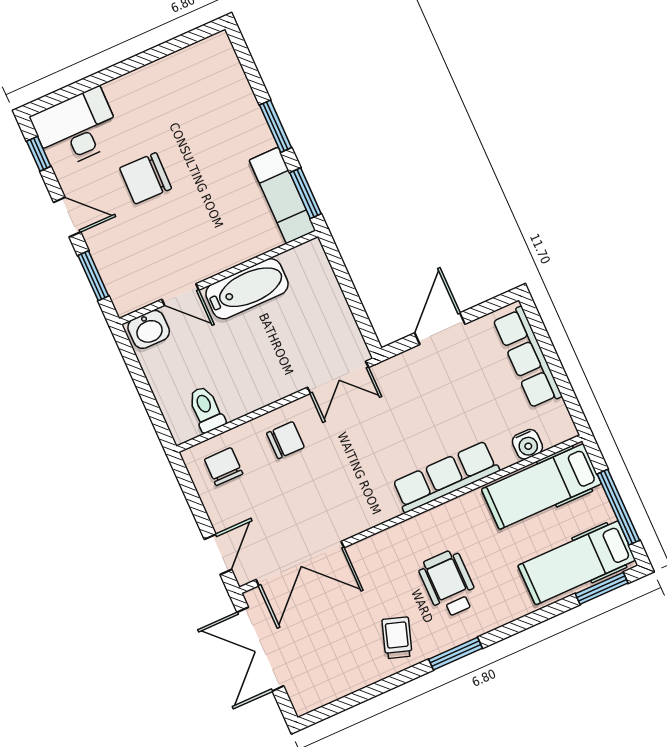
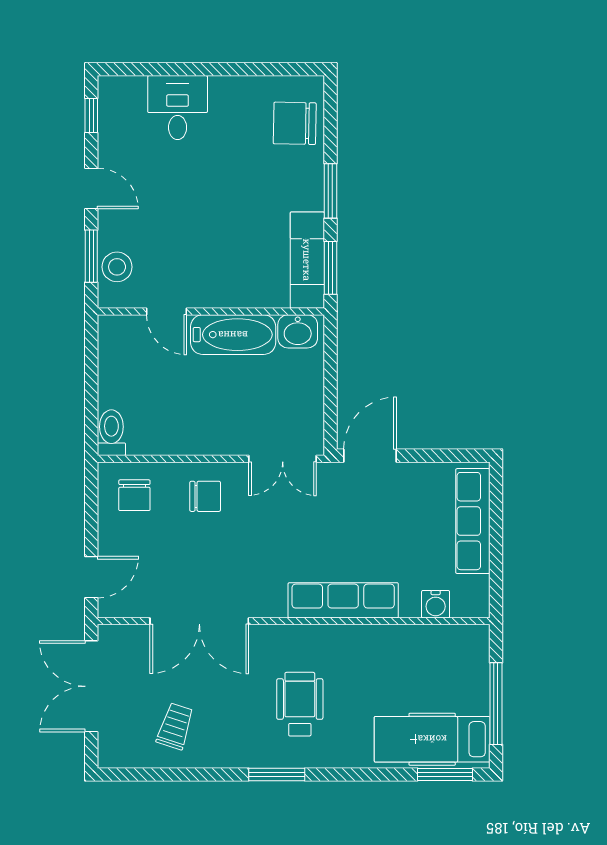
desk: (76, 129) -> (178, 108), moved, width x0.73
chair: (146, 178) -> (295, 123), moved
stool: (120, 275) -> (117, 267), added
washbasin: (149, 329) -> (298, 331), moved
door: (440, 329) -> (370, 456), moved
toilet: (206, 409) -> (111, 433), moved
chair: (224, 467) -> (134, 495), turned 180
hospital bed: (541, 487) -> (431, 651), removed
double door: (300, 564) -> (199, 621), moved
trolley: (397, 638) -> (175, 726), moved

